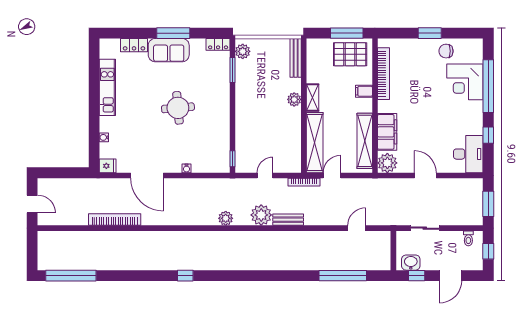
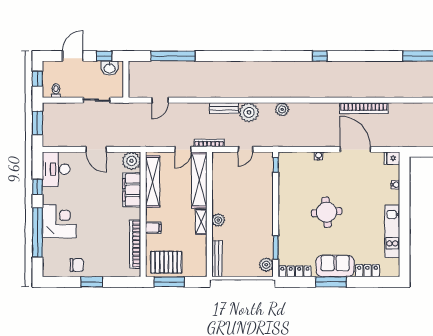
locker: (218, 44) -> (295, 271), width x1.53
corner desk: (465, 82) -> (59, 221), moved
bookcase: (115, 220) -> (364, 108), moved

